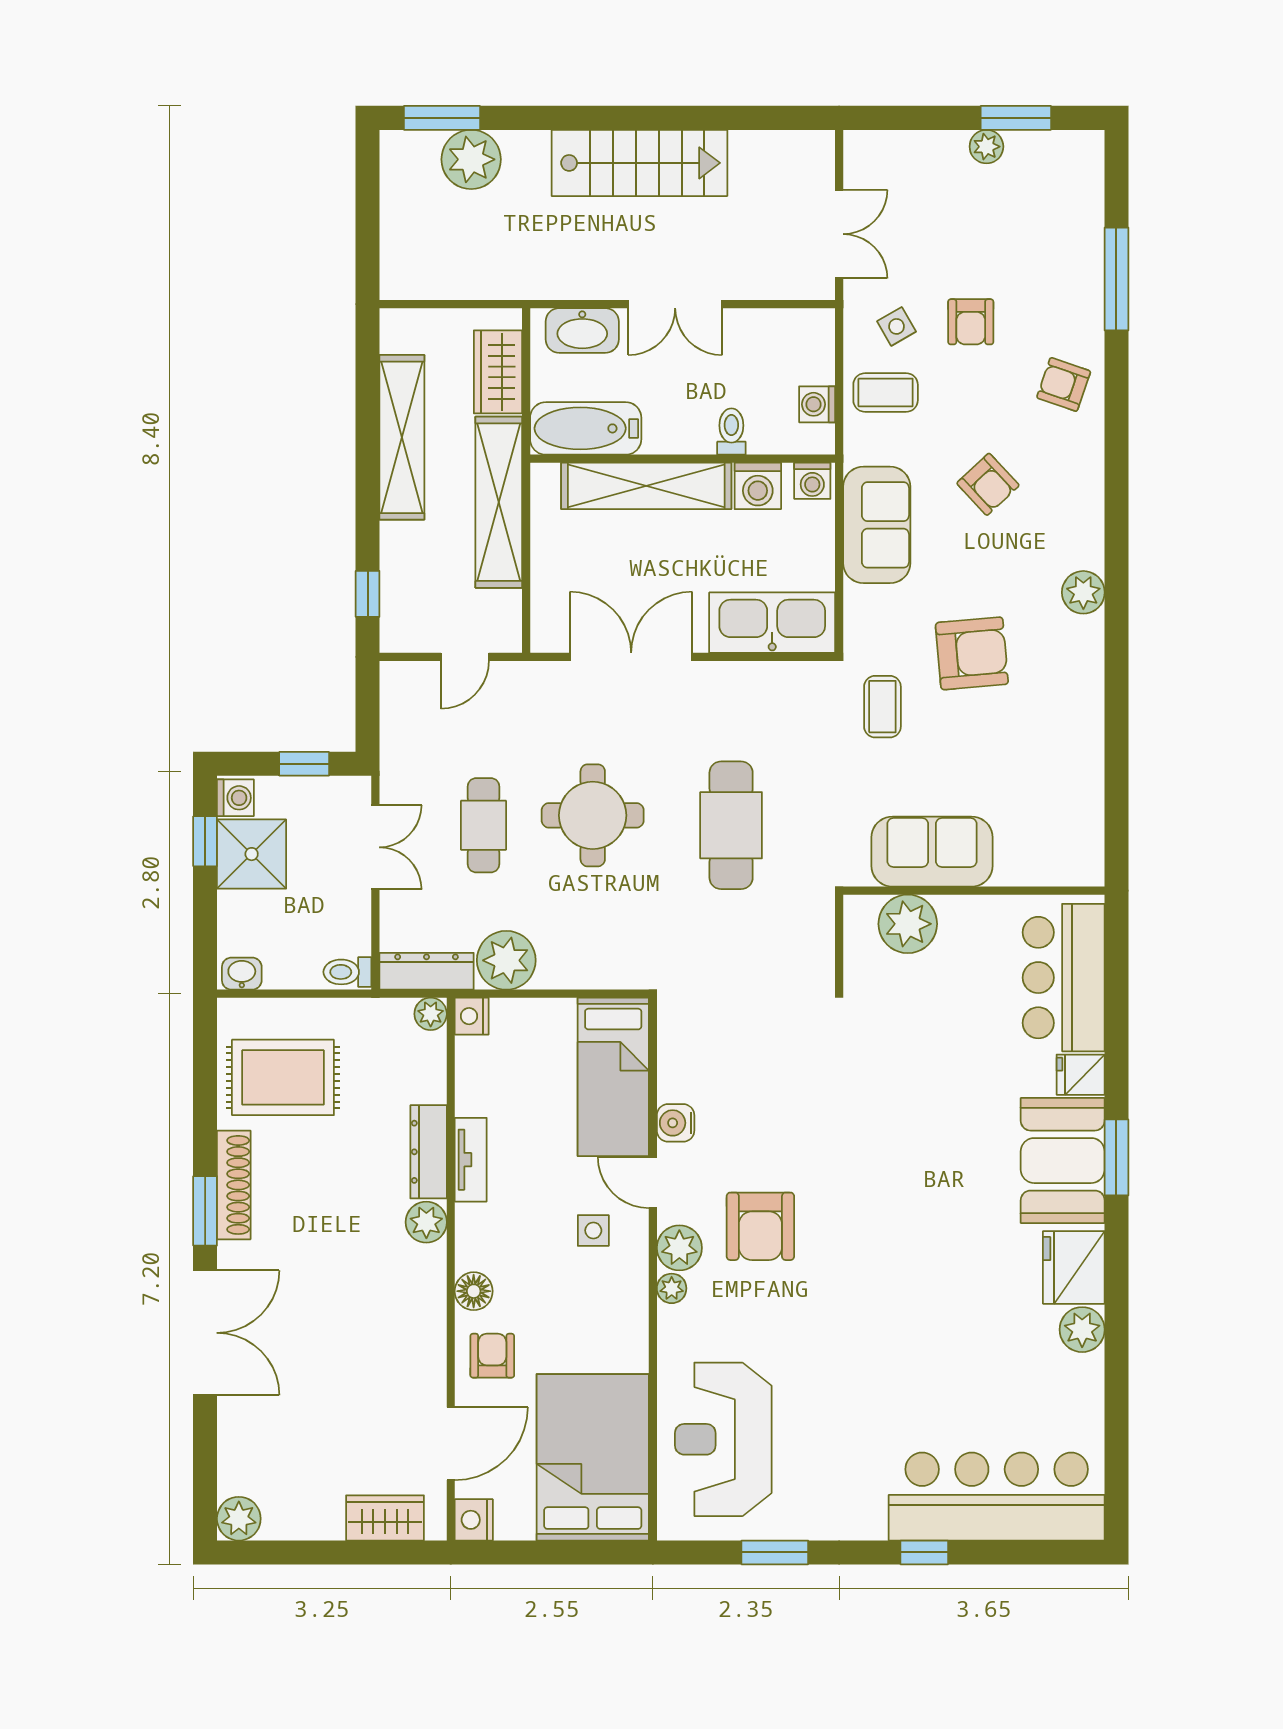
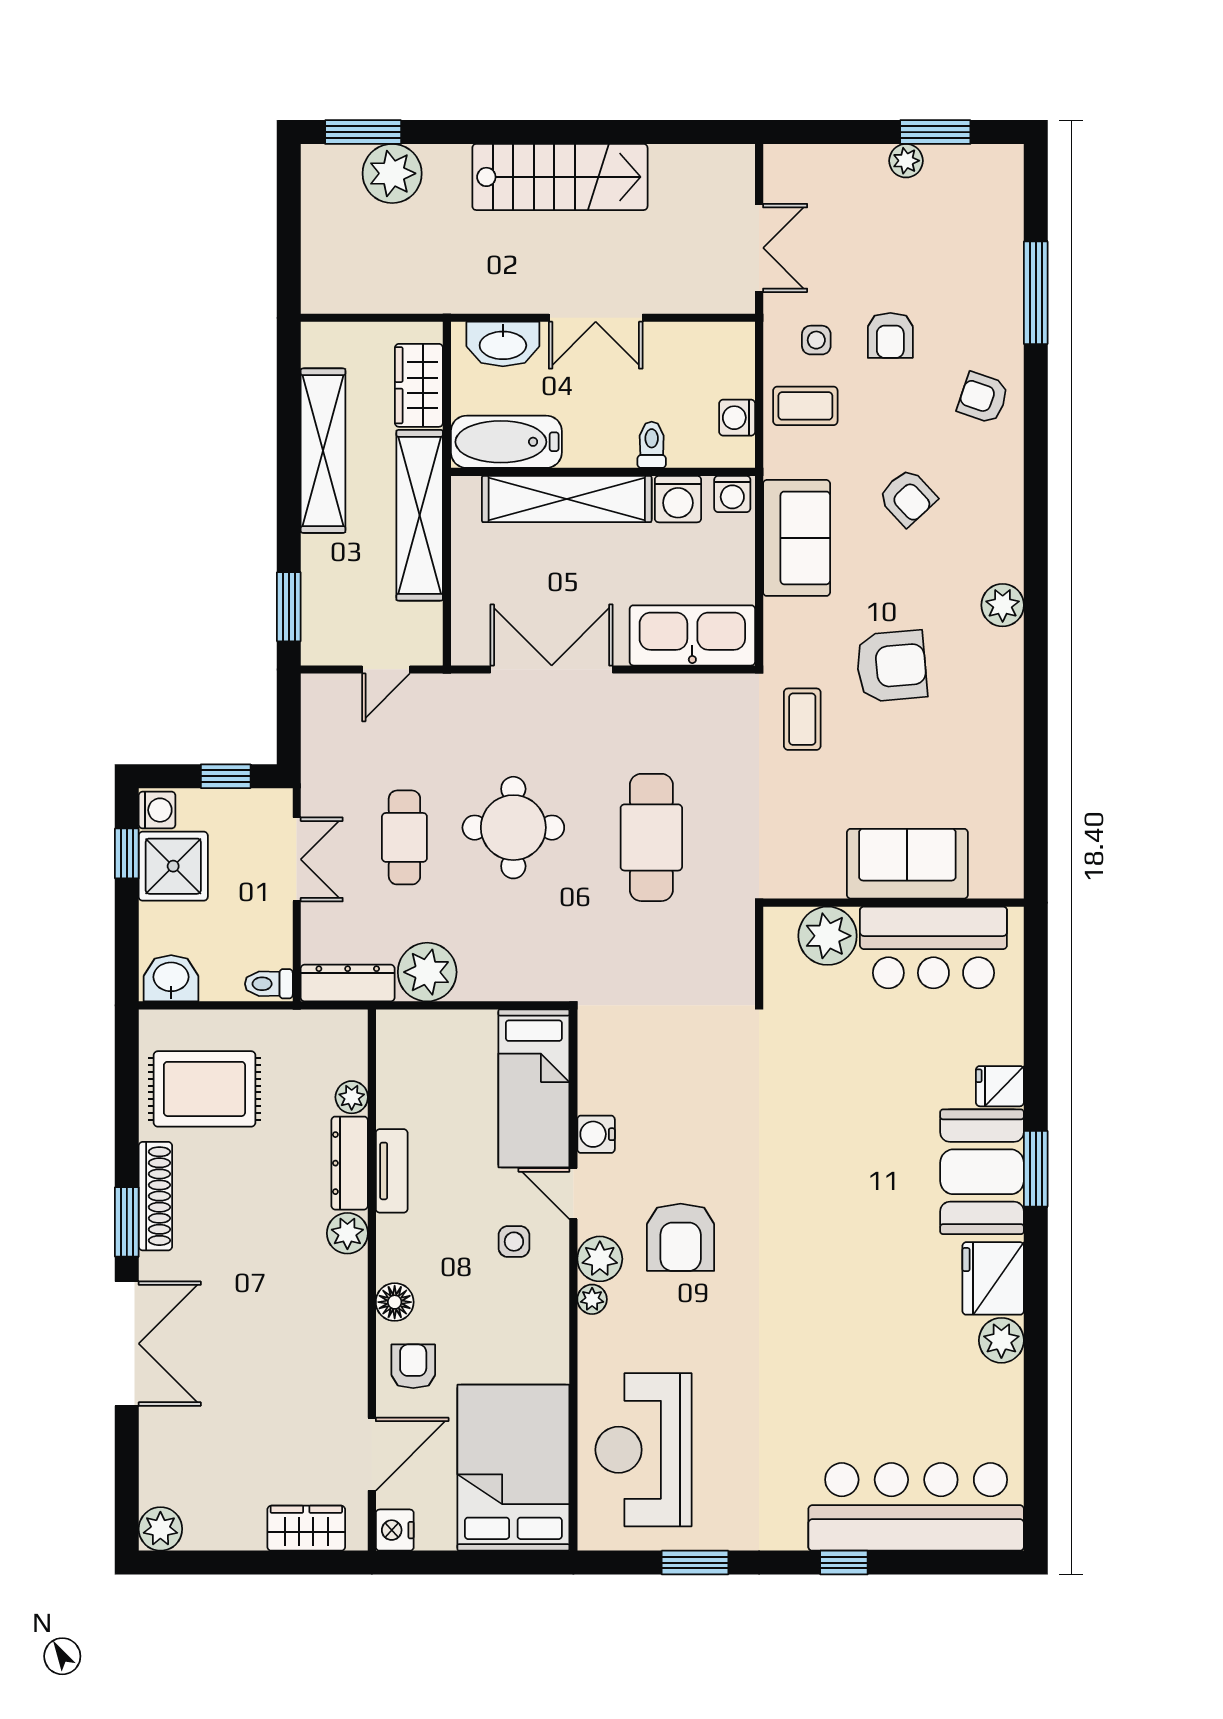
side table: (897, 326) -> (816, 340), turned 30
window: (368, 594) -> (289, 607), width x1.50
sofa: (932, 852) -> (907, 864), moved
washbasin: (242, 974) -> (171, 978), width x1.38, depth x1.45
bar counter: (1064, 978) -> (933, 947), moved, turned -90
plant: (431, 1014) -> (352, 1097), moved
nightstand: (472, 1016) -> (393, 1028), removed

